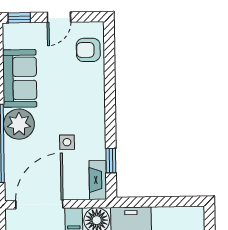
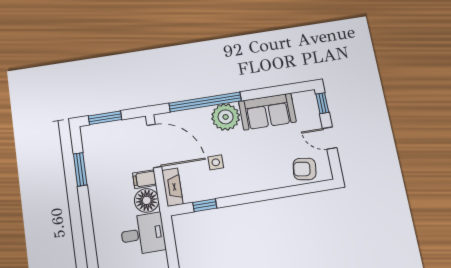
armchair: (88, 50) -> (305, 169), turned -82
fireplace: (98, 180) -> (172, 187), moved, turned 90

